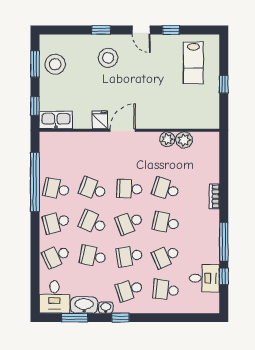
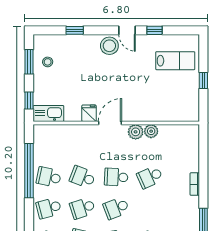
window: (101, 30) -> (75, 30), moved
stool: (108, 58) -> (109, 46), moved
lab bench: (193, 63) -> (175, 61), turned -90
stool: (55, 64) -> (48, 62), width x0.53, depth x0.53
plant: (184, 140) -> (136, 132), moved
school desk: (166, 189) -> (150, 177), turned -42
school desk: (93, 222) -> (82, 208), turned -42
school desk: (166, 222) -> (150, 208), removed

